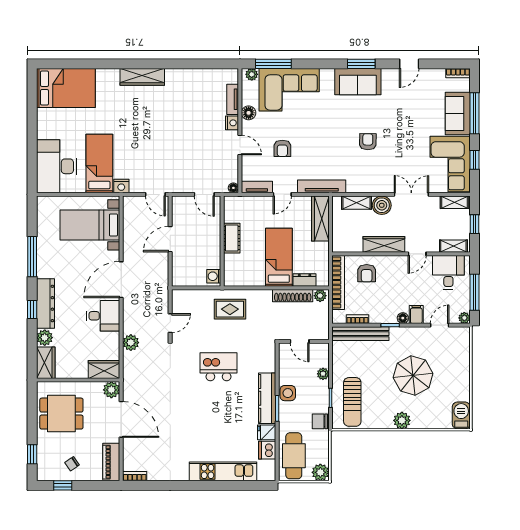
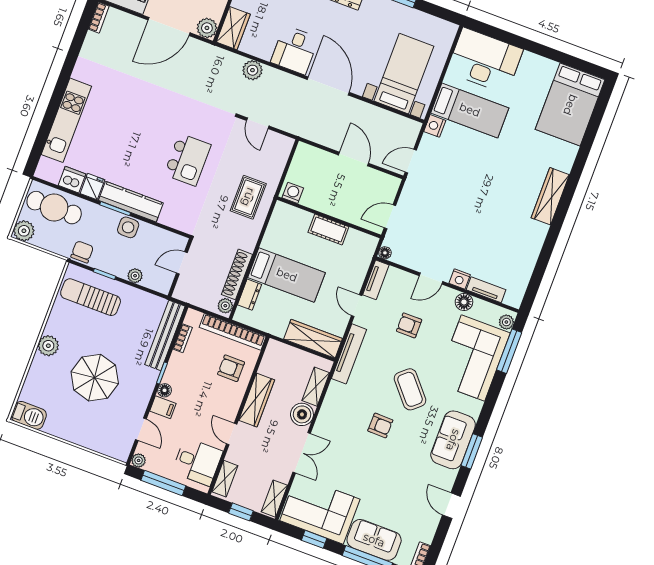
coffee table: (331, 129) -> (410, 389), added

